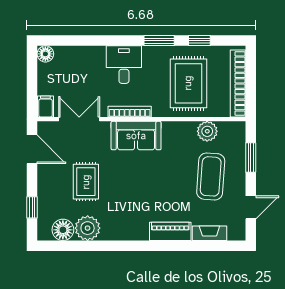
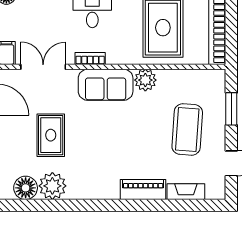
bookcase: (130, 112) -> (90, 58), width x0.64
plant: (207, 131) -> (145, 80), moved

